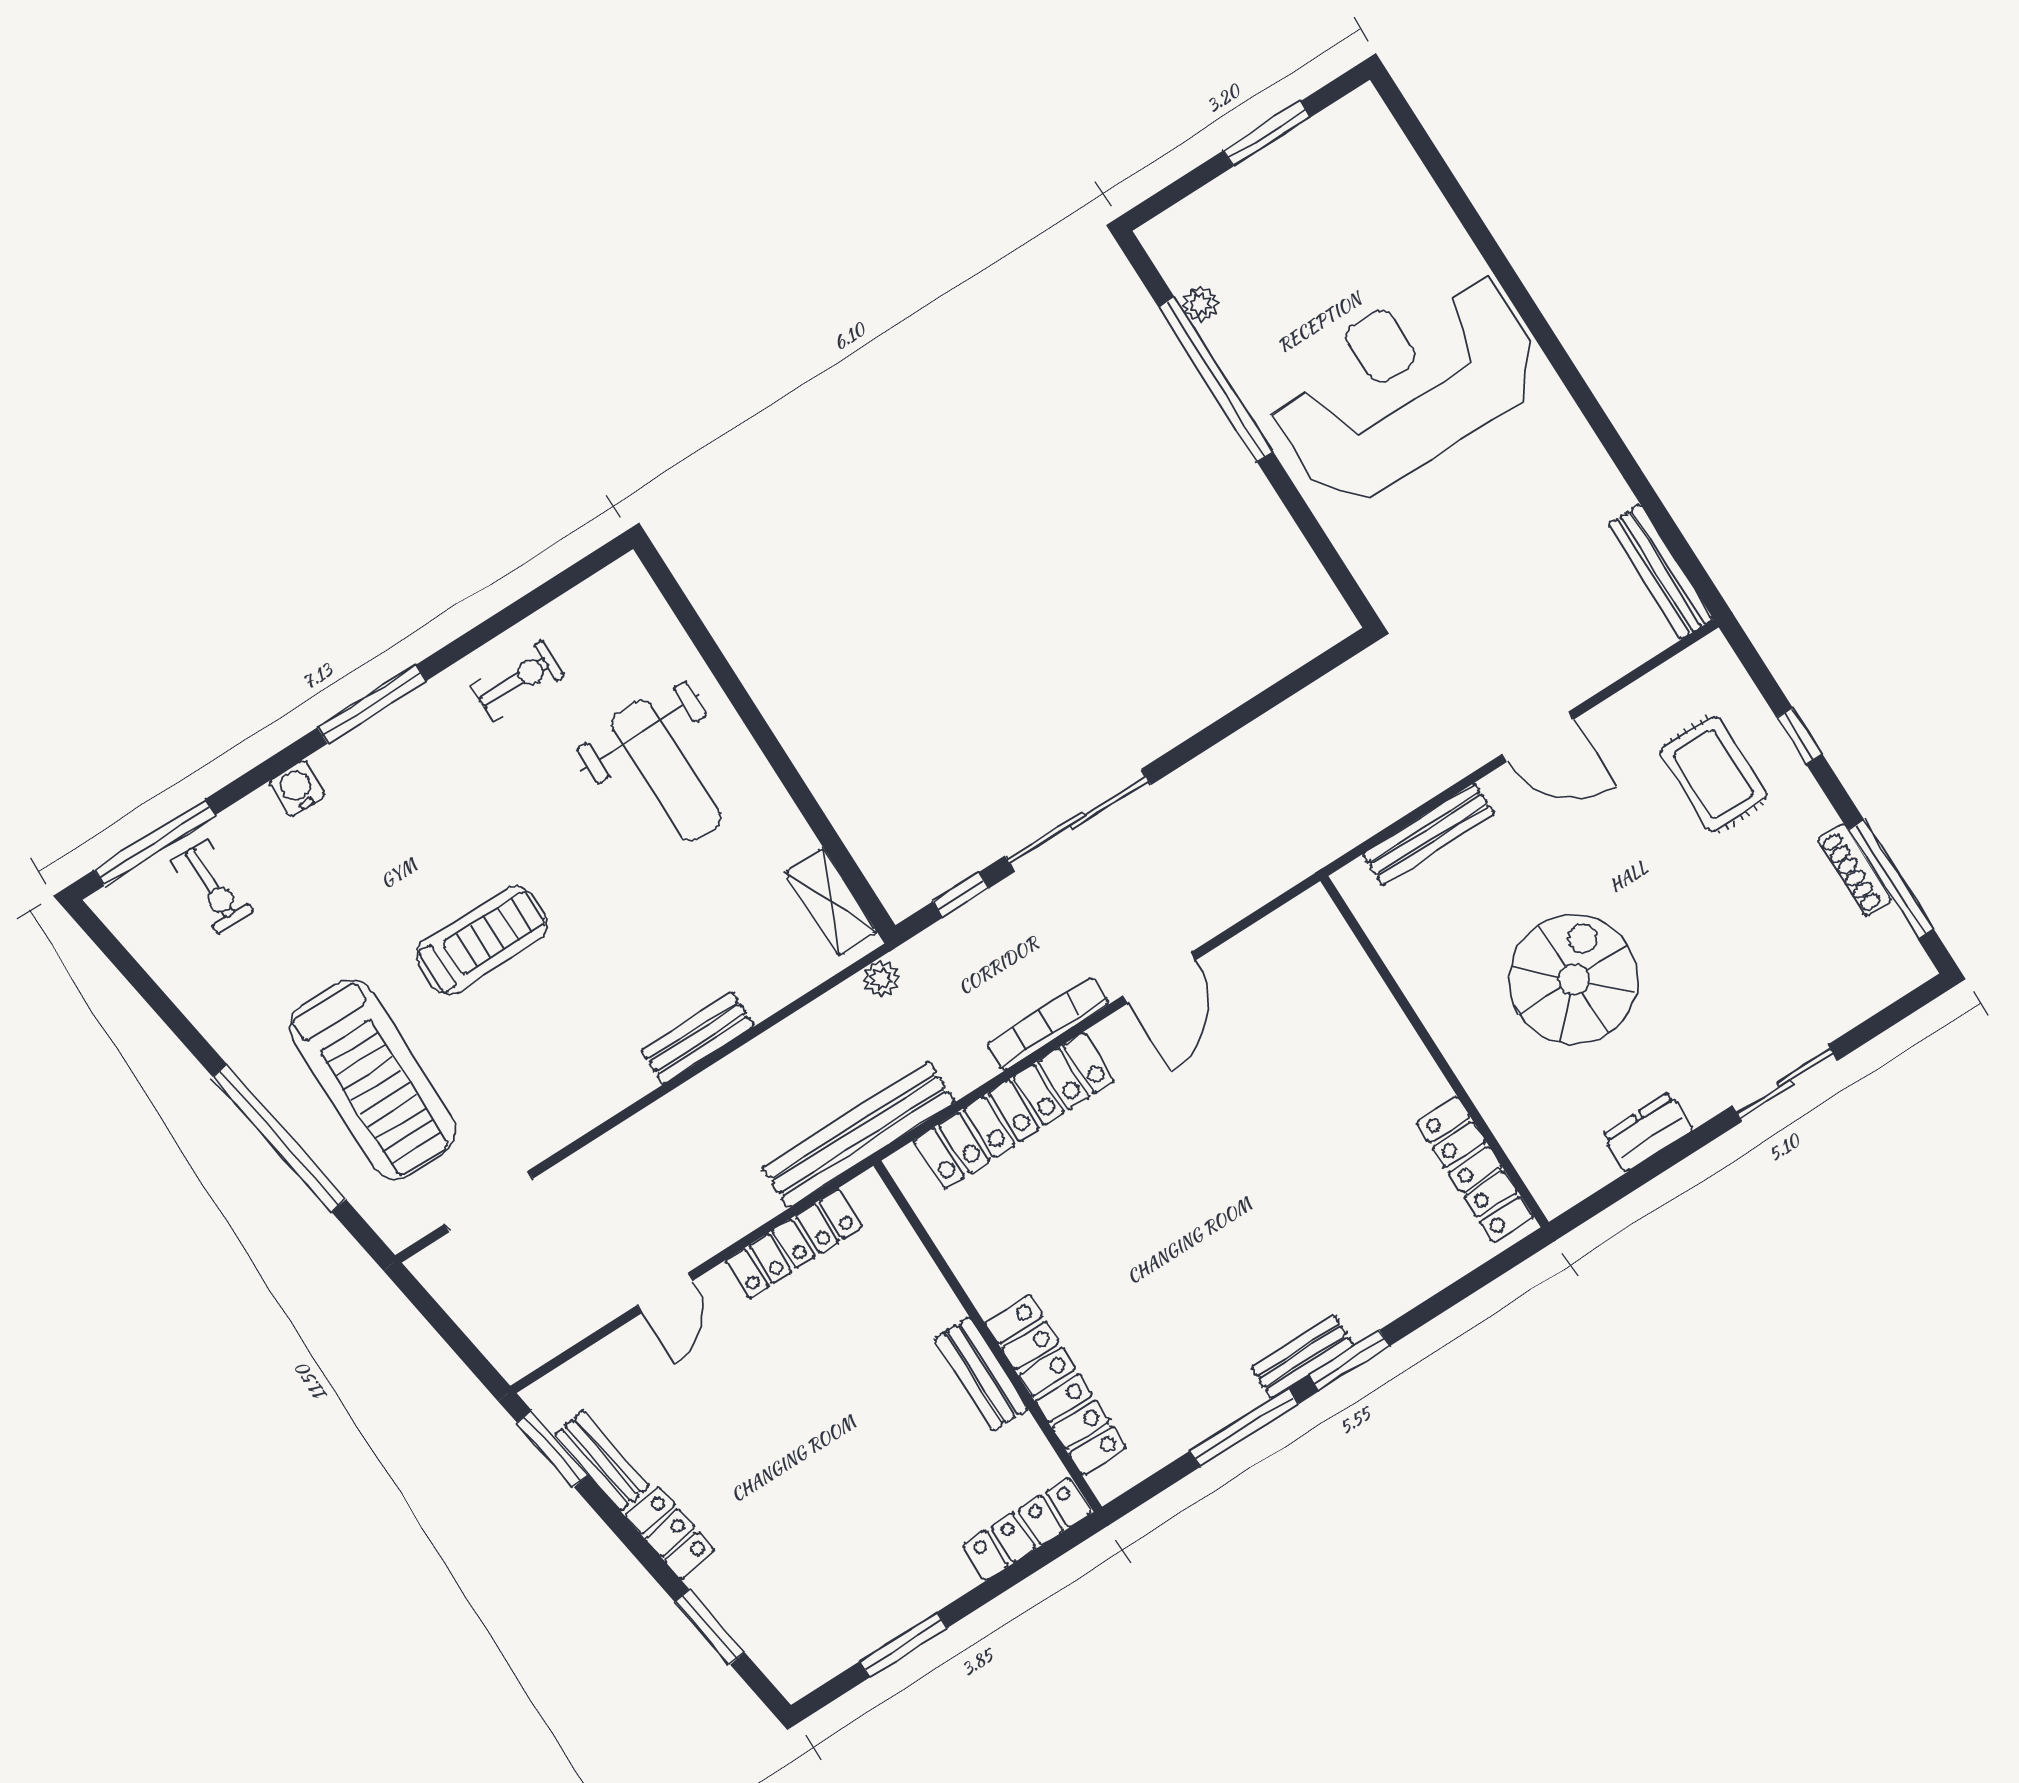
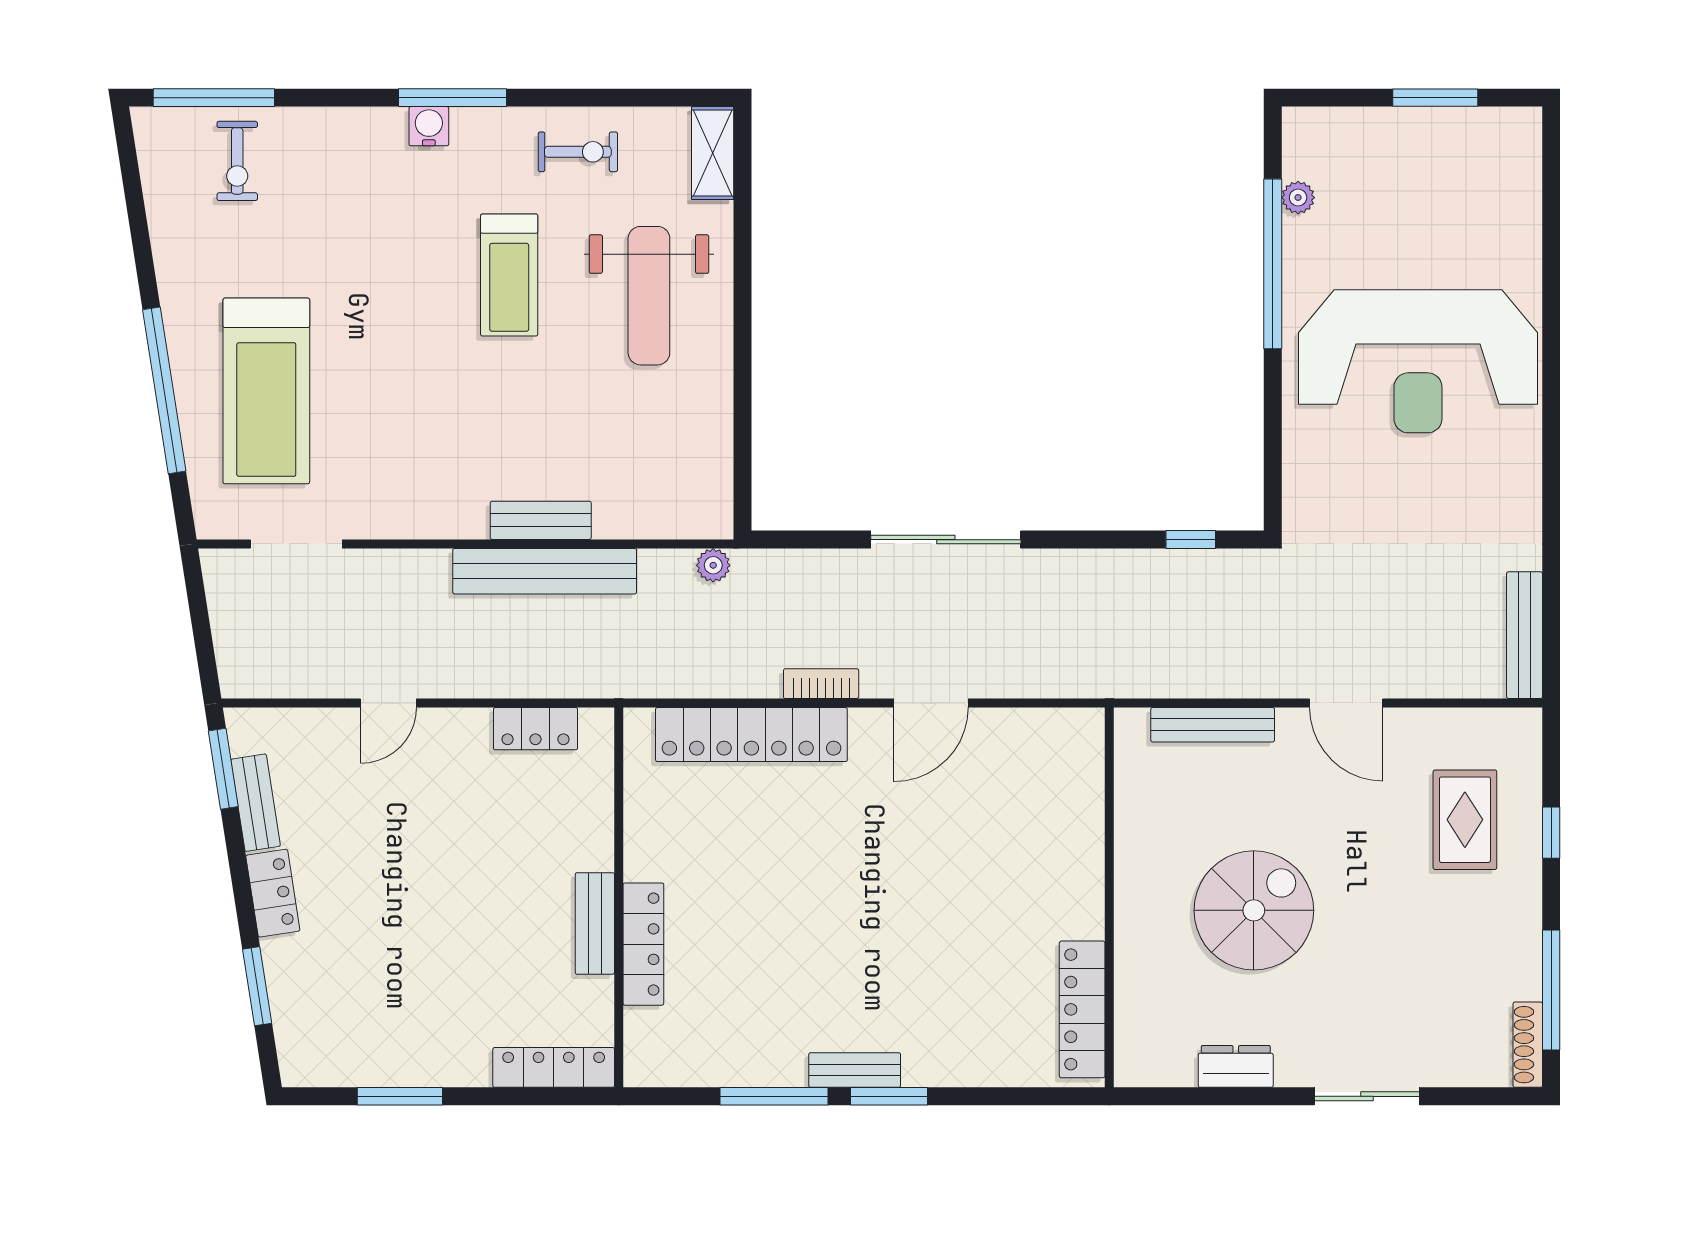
reception desk: (1405, 384) -> (1418, 361), turned 180
water cooler: (297, 788) -> (429, 126), moved
shoe rack: (1855, 870) -> (1528, 1045), moved
window: (961, 895) -> (1191, 540), moved
shelving: (831, 902) -> (713, 153), moved
treadmill: (482, 940) -> (509, 275), moved, turned 90
bookcase: (1048, 1024) -> (821, 684), width x0.64
bench: (859, 1135) -> (545, 571), moved
locker: (794, 1244) -> (535, 729), width x0.66
locker: (1056, 1385) -> (643, 944), width x0.71, depth x0.83

